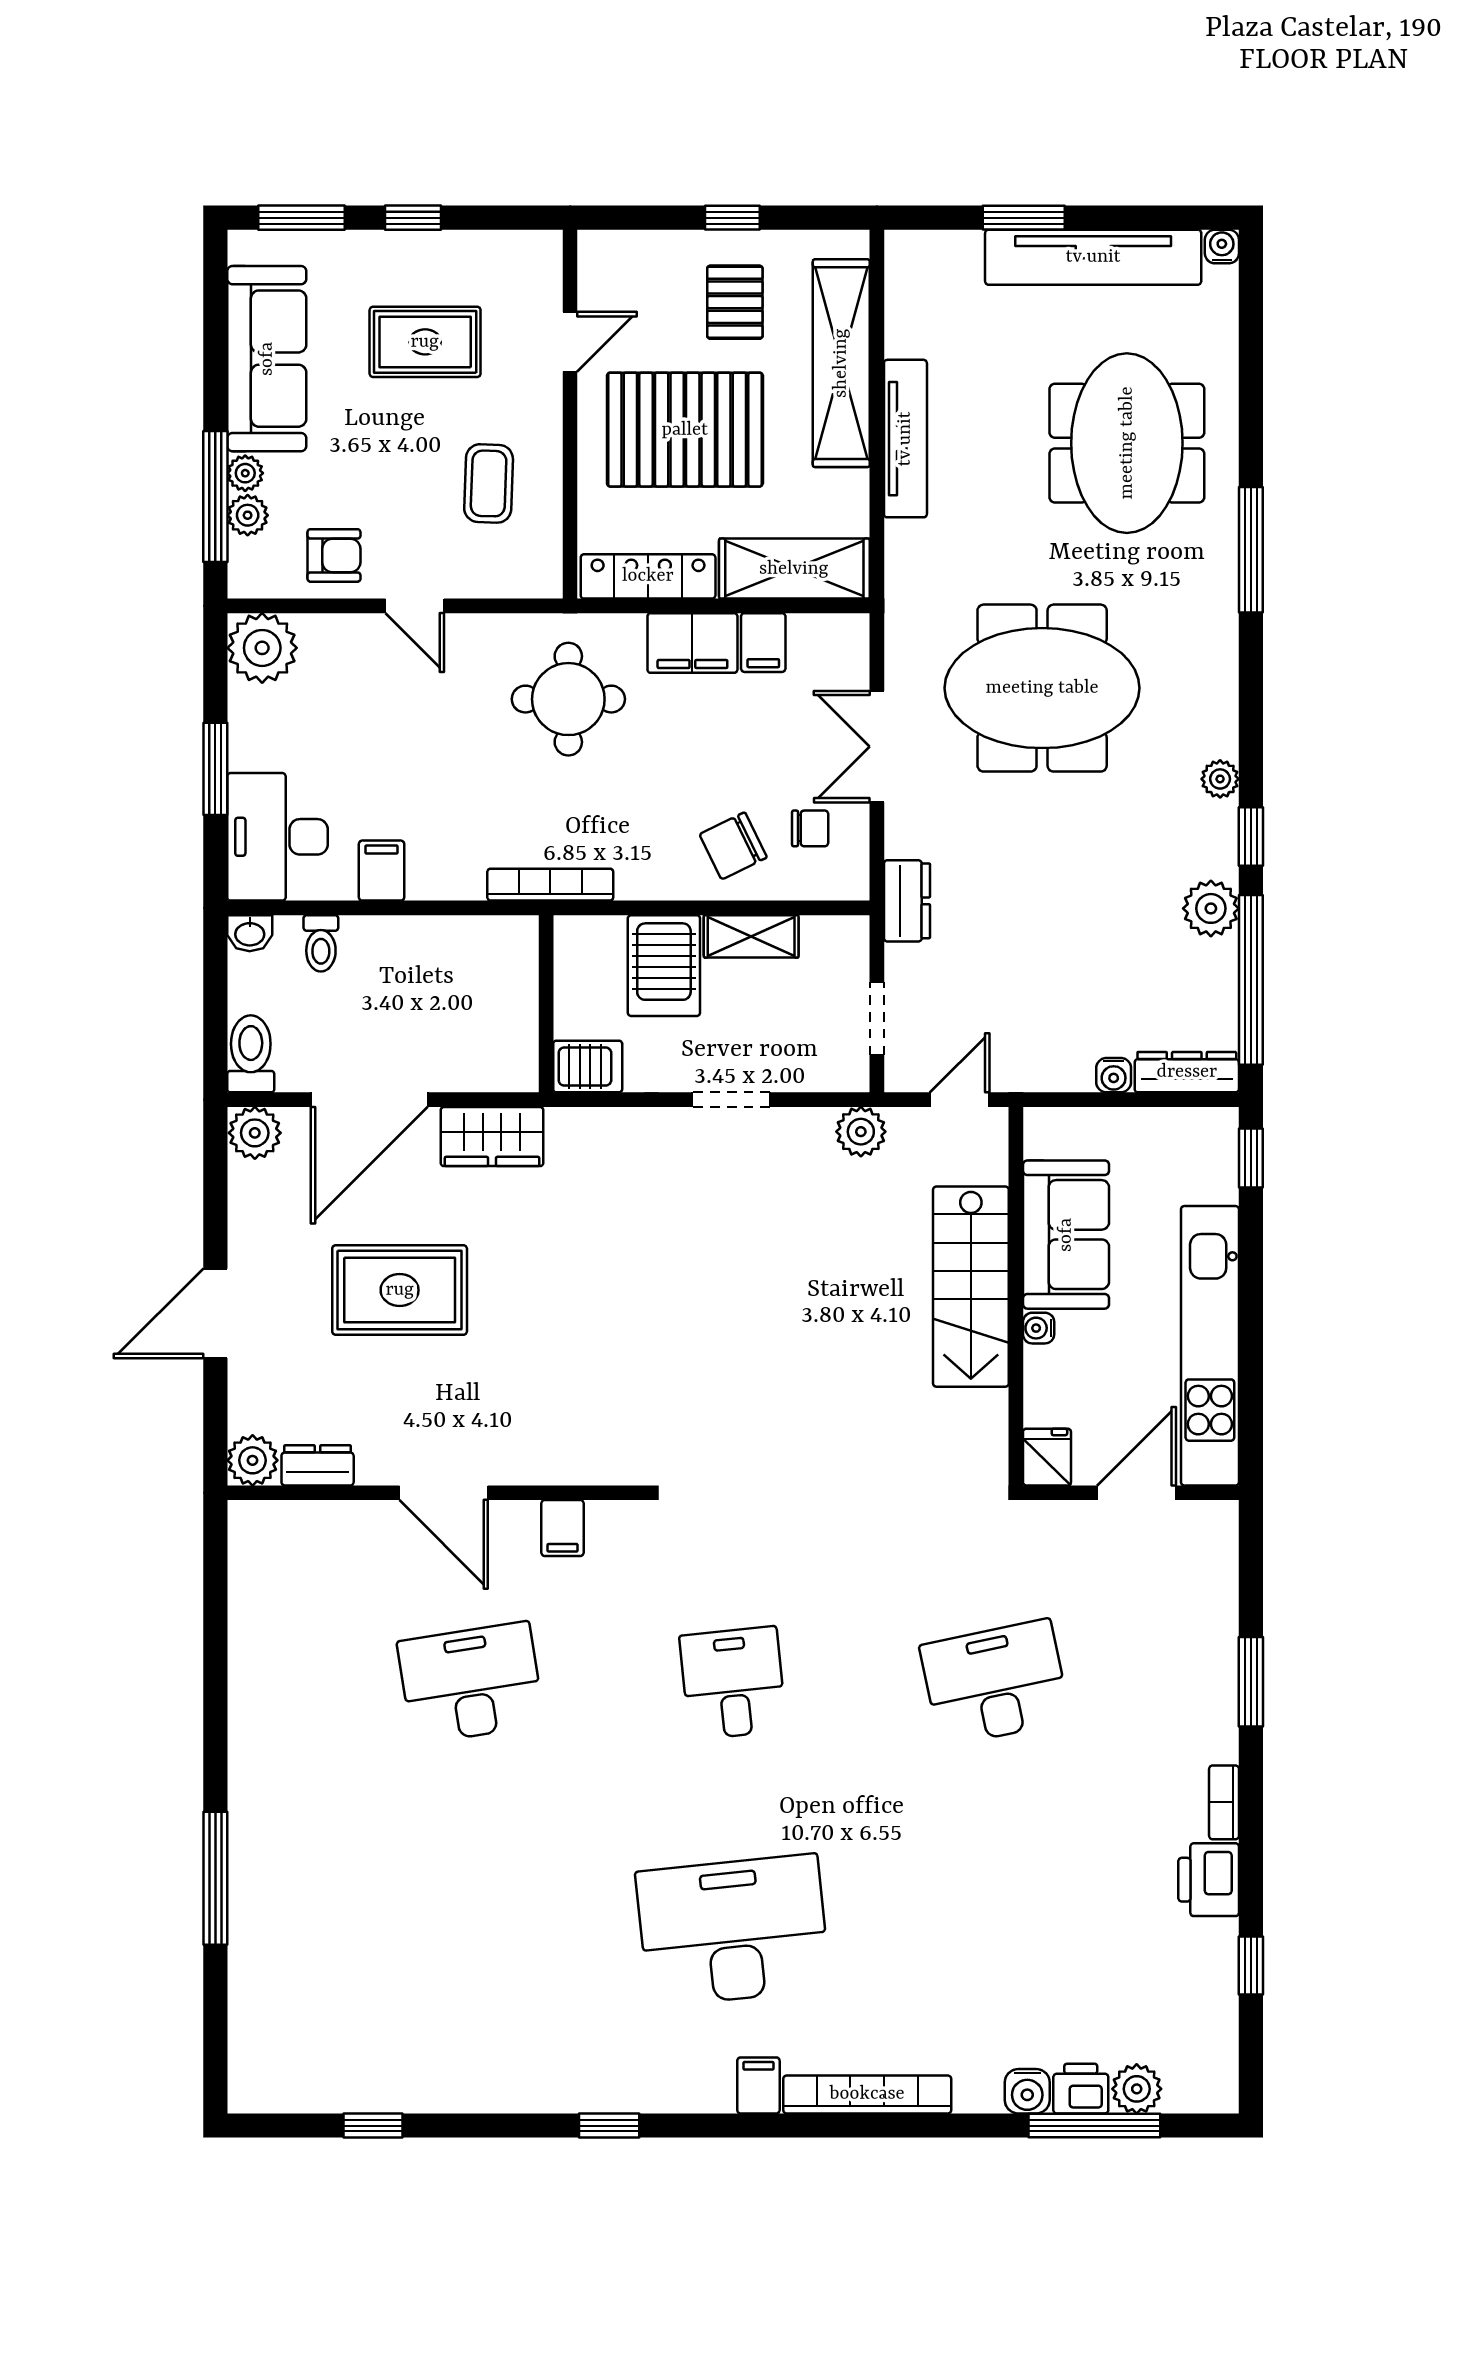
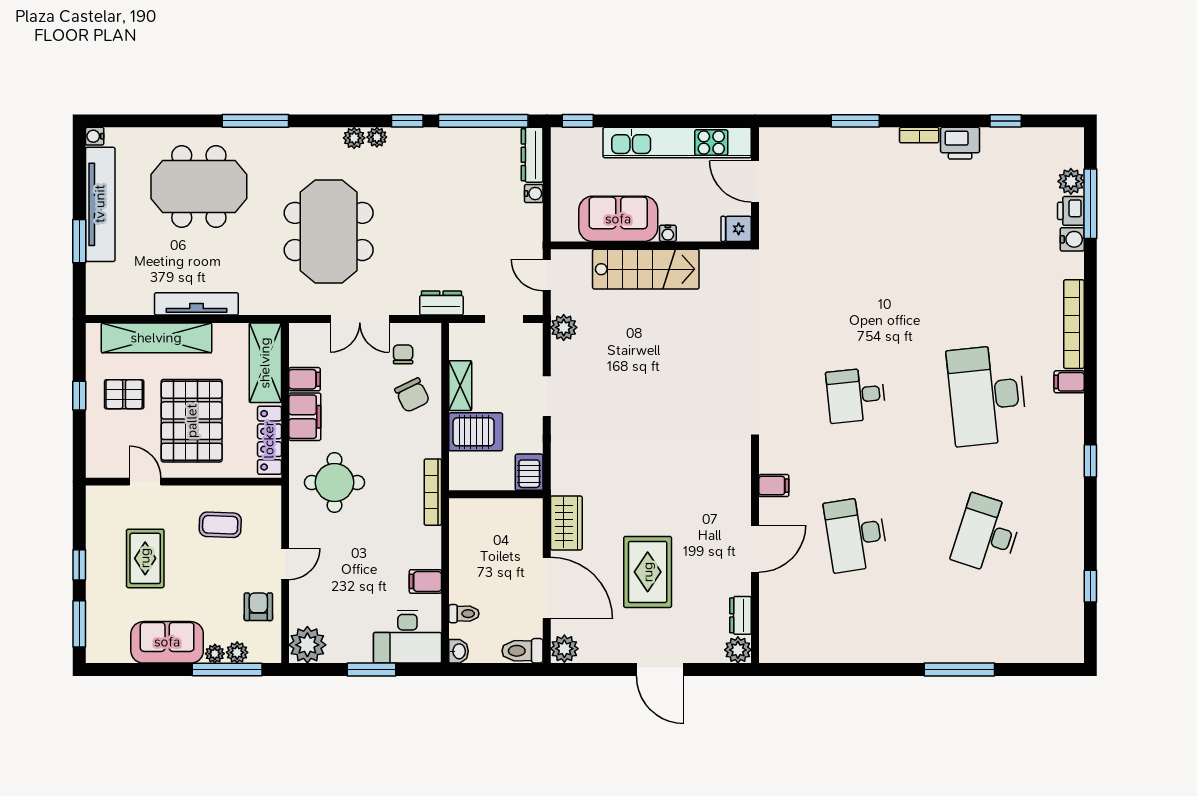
sofa: (267, 359) -> (167, 642), width x0.73
plant: (1211, 908) -> (354, 138), moved, width x0.73, depth x0.73
desk: (995, 1683) -> (987, 534), moved, turned 30

